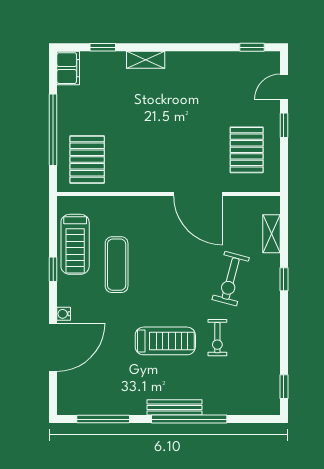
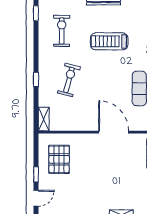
door: (198, 194) -> (114, 132), moved
shelving: (271, 234) -> (44, 119), moved
exercise bike: (217, 338) -> (62, 31), moved, width x1.38, depth x1.39

